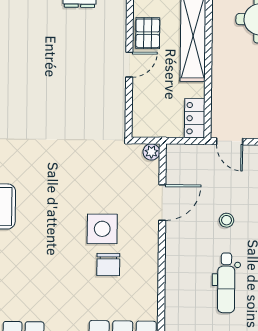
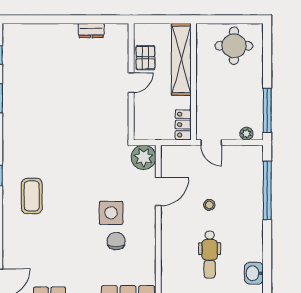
plant: (151, 152) -> (144, 157), width x1.88, depth x1.88
chair: (108, 265) -> (116, 241), turned 180

